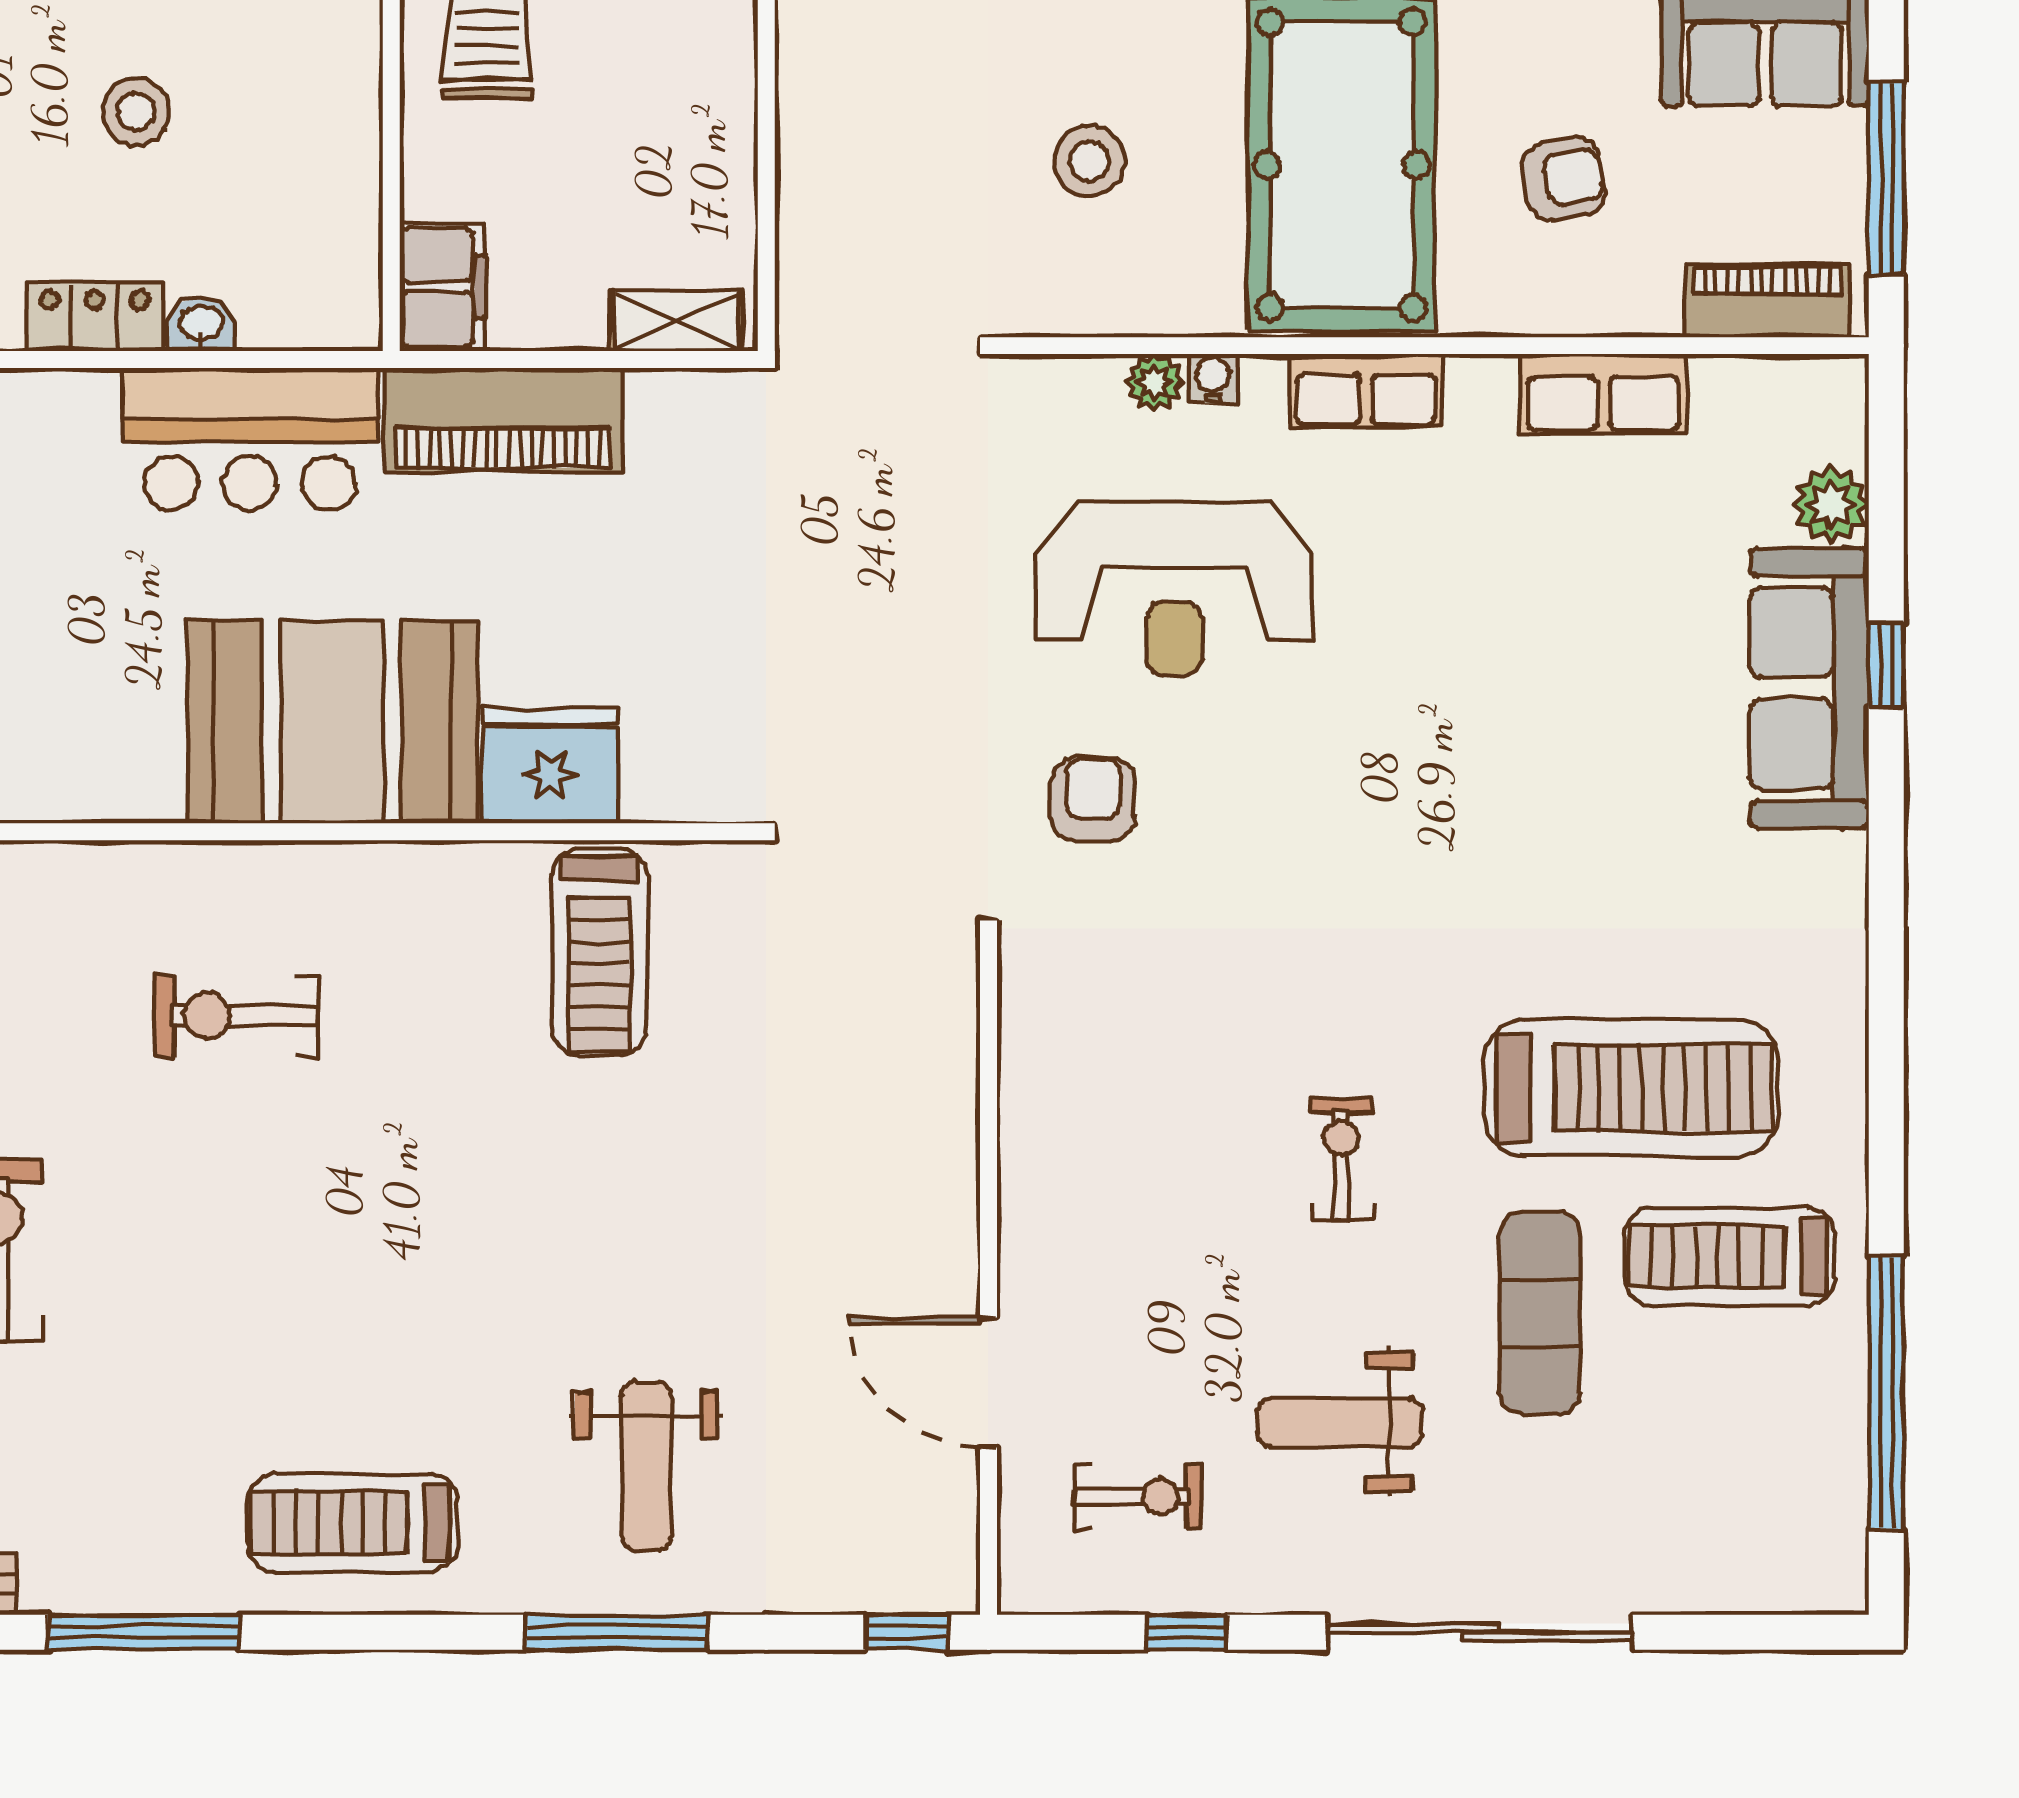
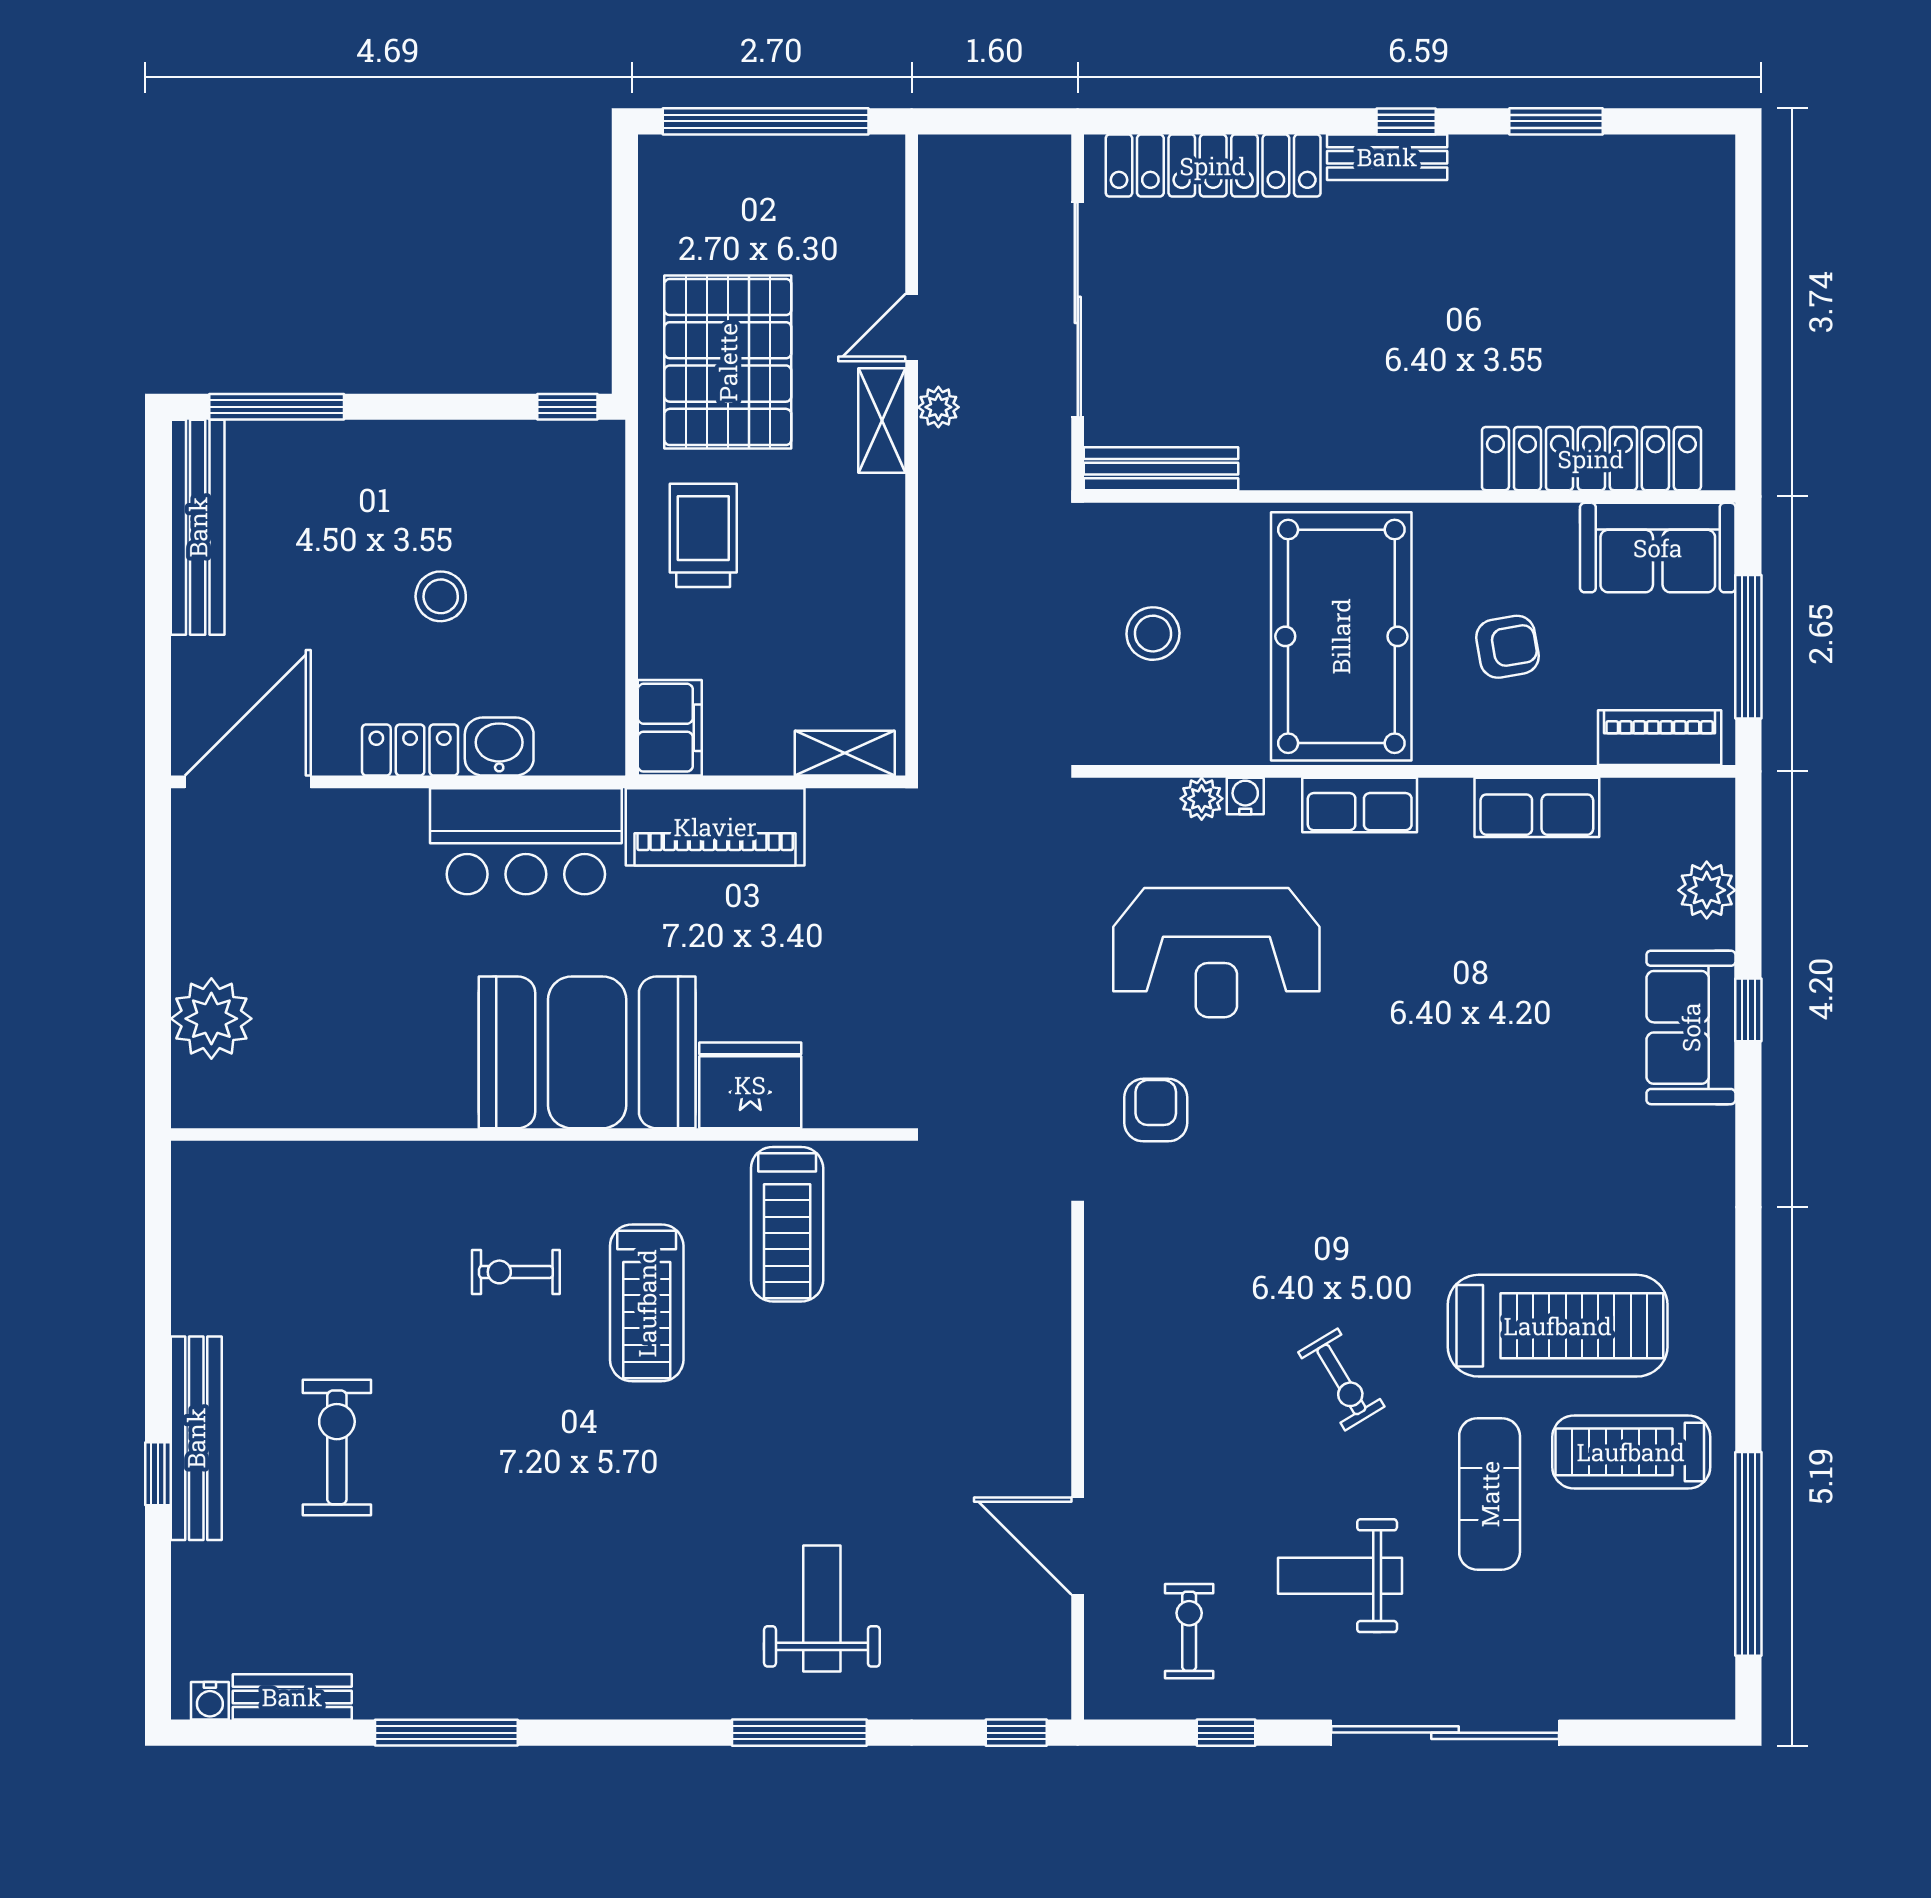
washbasin: (201, 324) -> (499, 747), width x1.38, depth x1.45
sofa: (1809, 688) -> (1691, 1027), width x0.73
exercise bike: (237, 1016) -> (516, 1272), width x0.73, depth x0.72
exercise bike: (1342, 1160) -> (1341, 1379), turned 149
weight bench: (646, 1466) -> (822, 1608), turned 180
exercise bike: (1138, 1497) -> (1189, 1631), turned -90
treadmill: (352, 1523) -> (647, 1303), moved, turned -90

